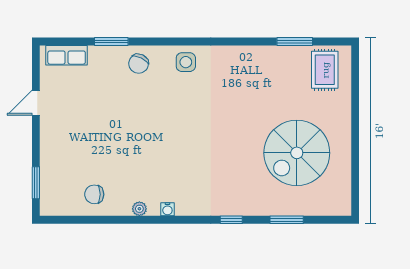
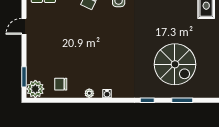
spiral stairs: (297, 153) -> (175, 64), moved, turned -90
plant: (54, 202) -> (35, 89), added

